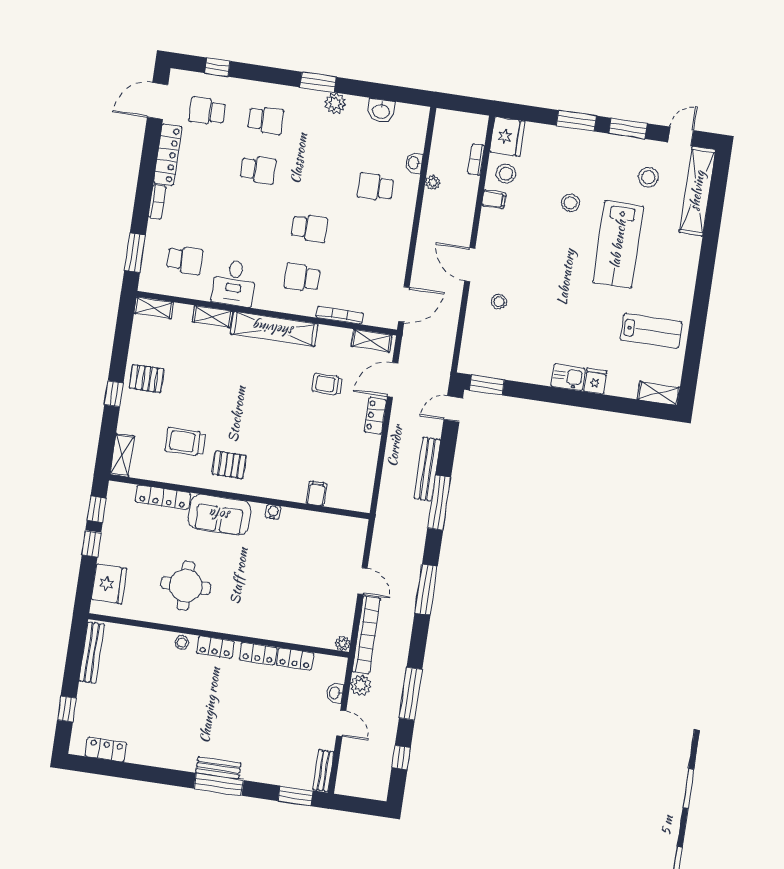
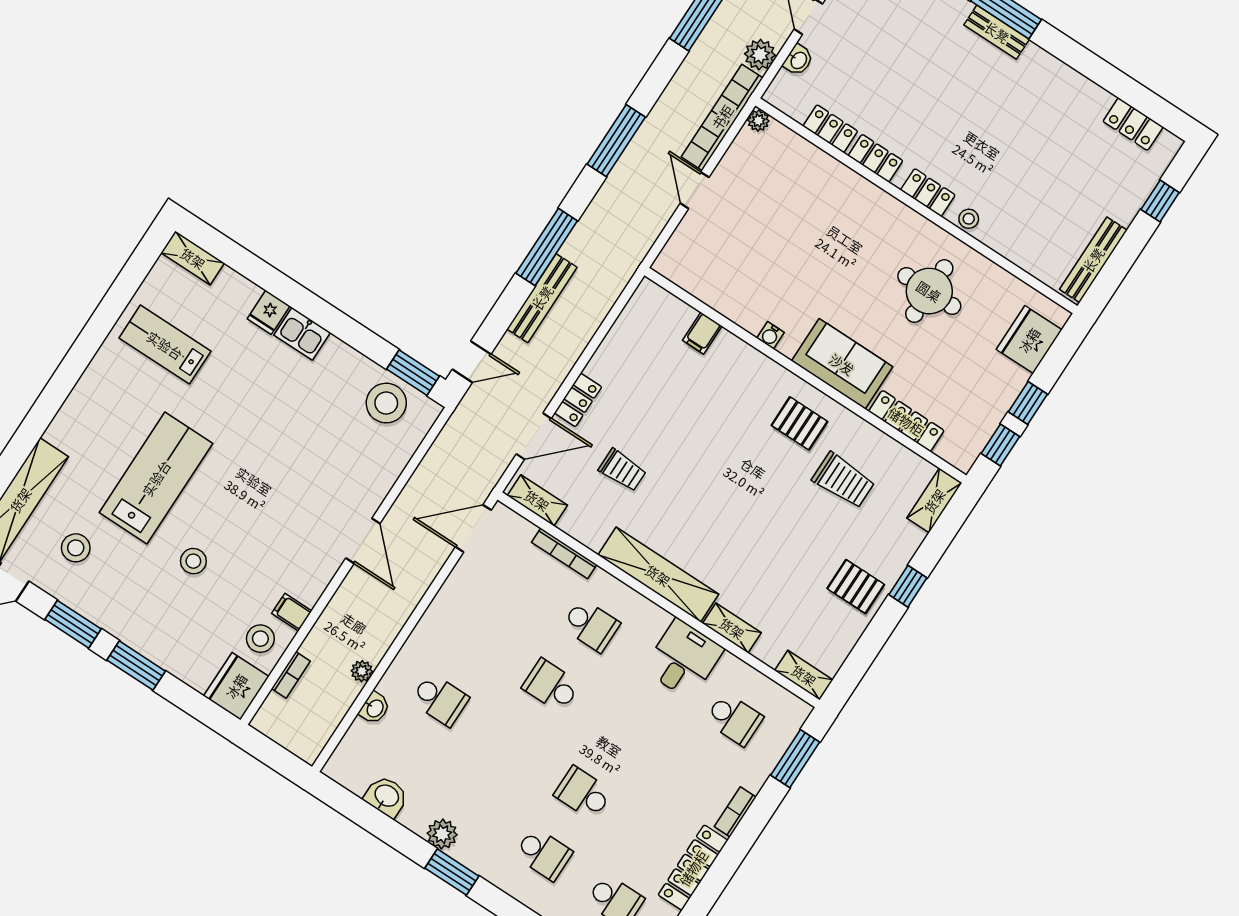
school desk: (266, 120) -> (543, 854), turned 180
school desk: (185, 260) -> (734, 719), turned 180
stool: (499, 302) -> (386, 403), moved, width x1.89, depth x1.89

